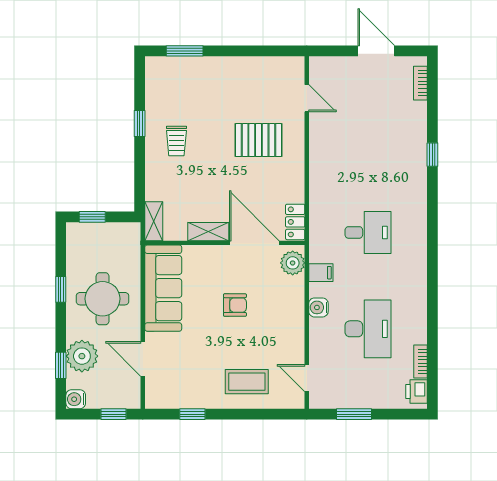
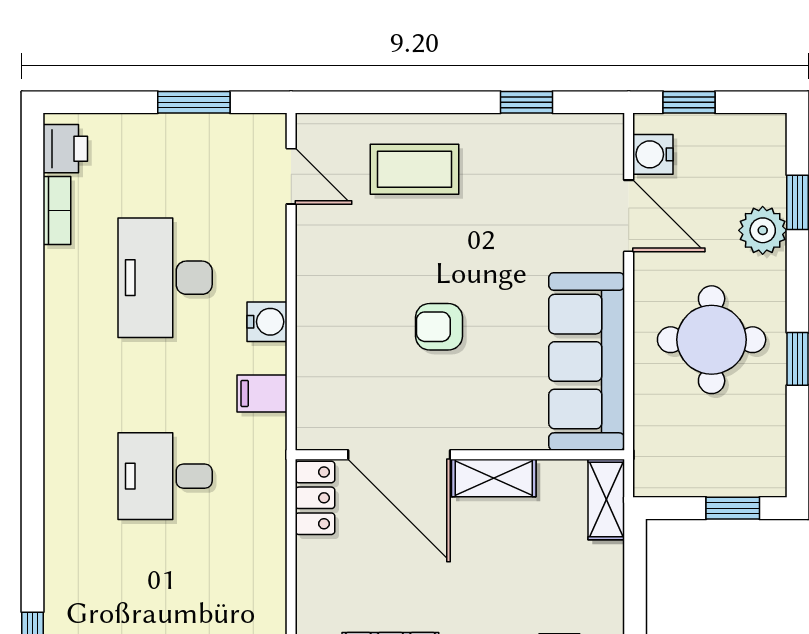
plant: (293, 263) -> (320, 413), removed
plant: (82, 356) -> (763, 230), width x0.73, depth x0.73
water cooler: (76, 399) -> (653, 154), moved, turned 180

